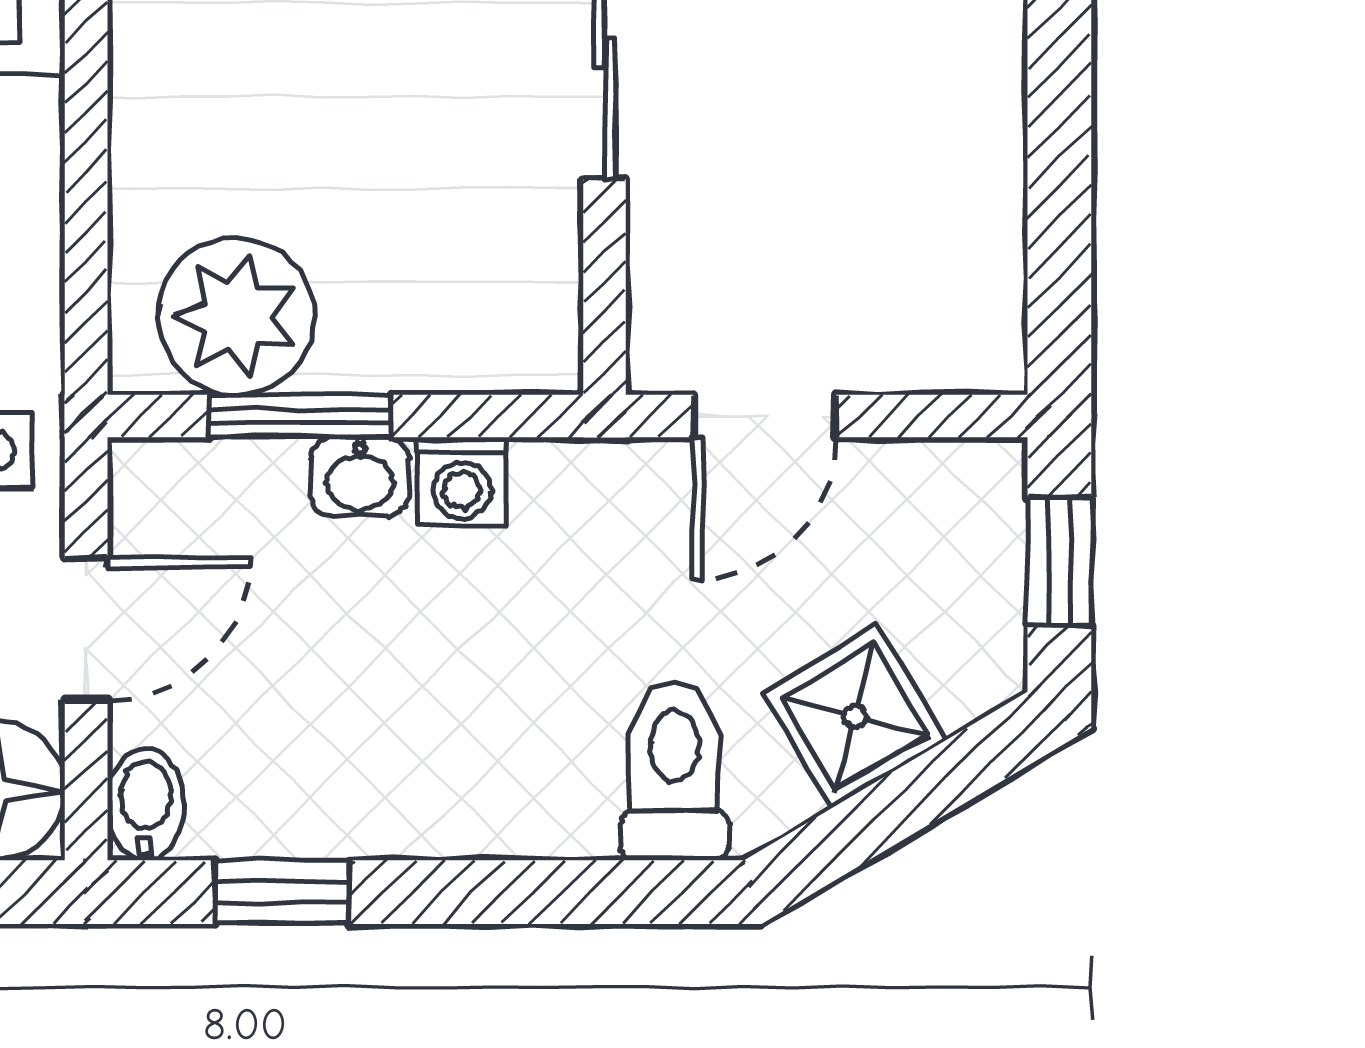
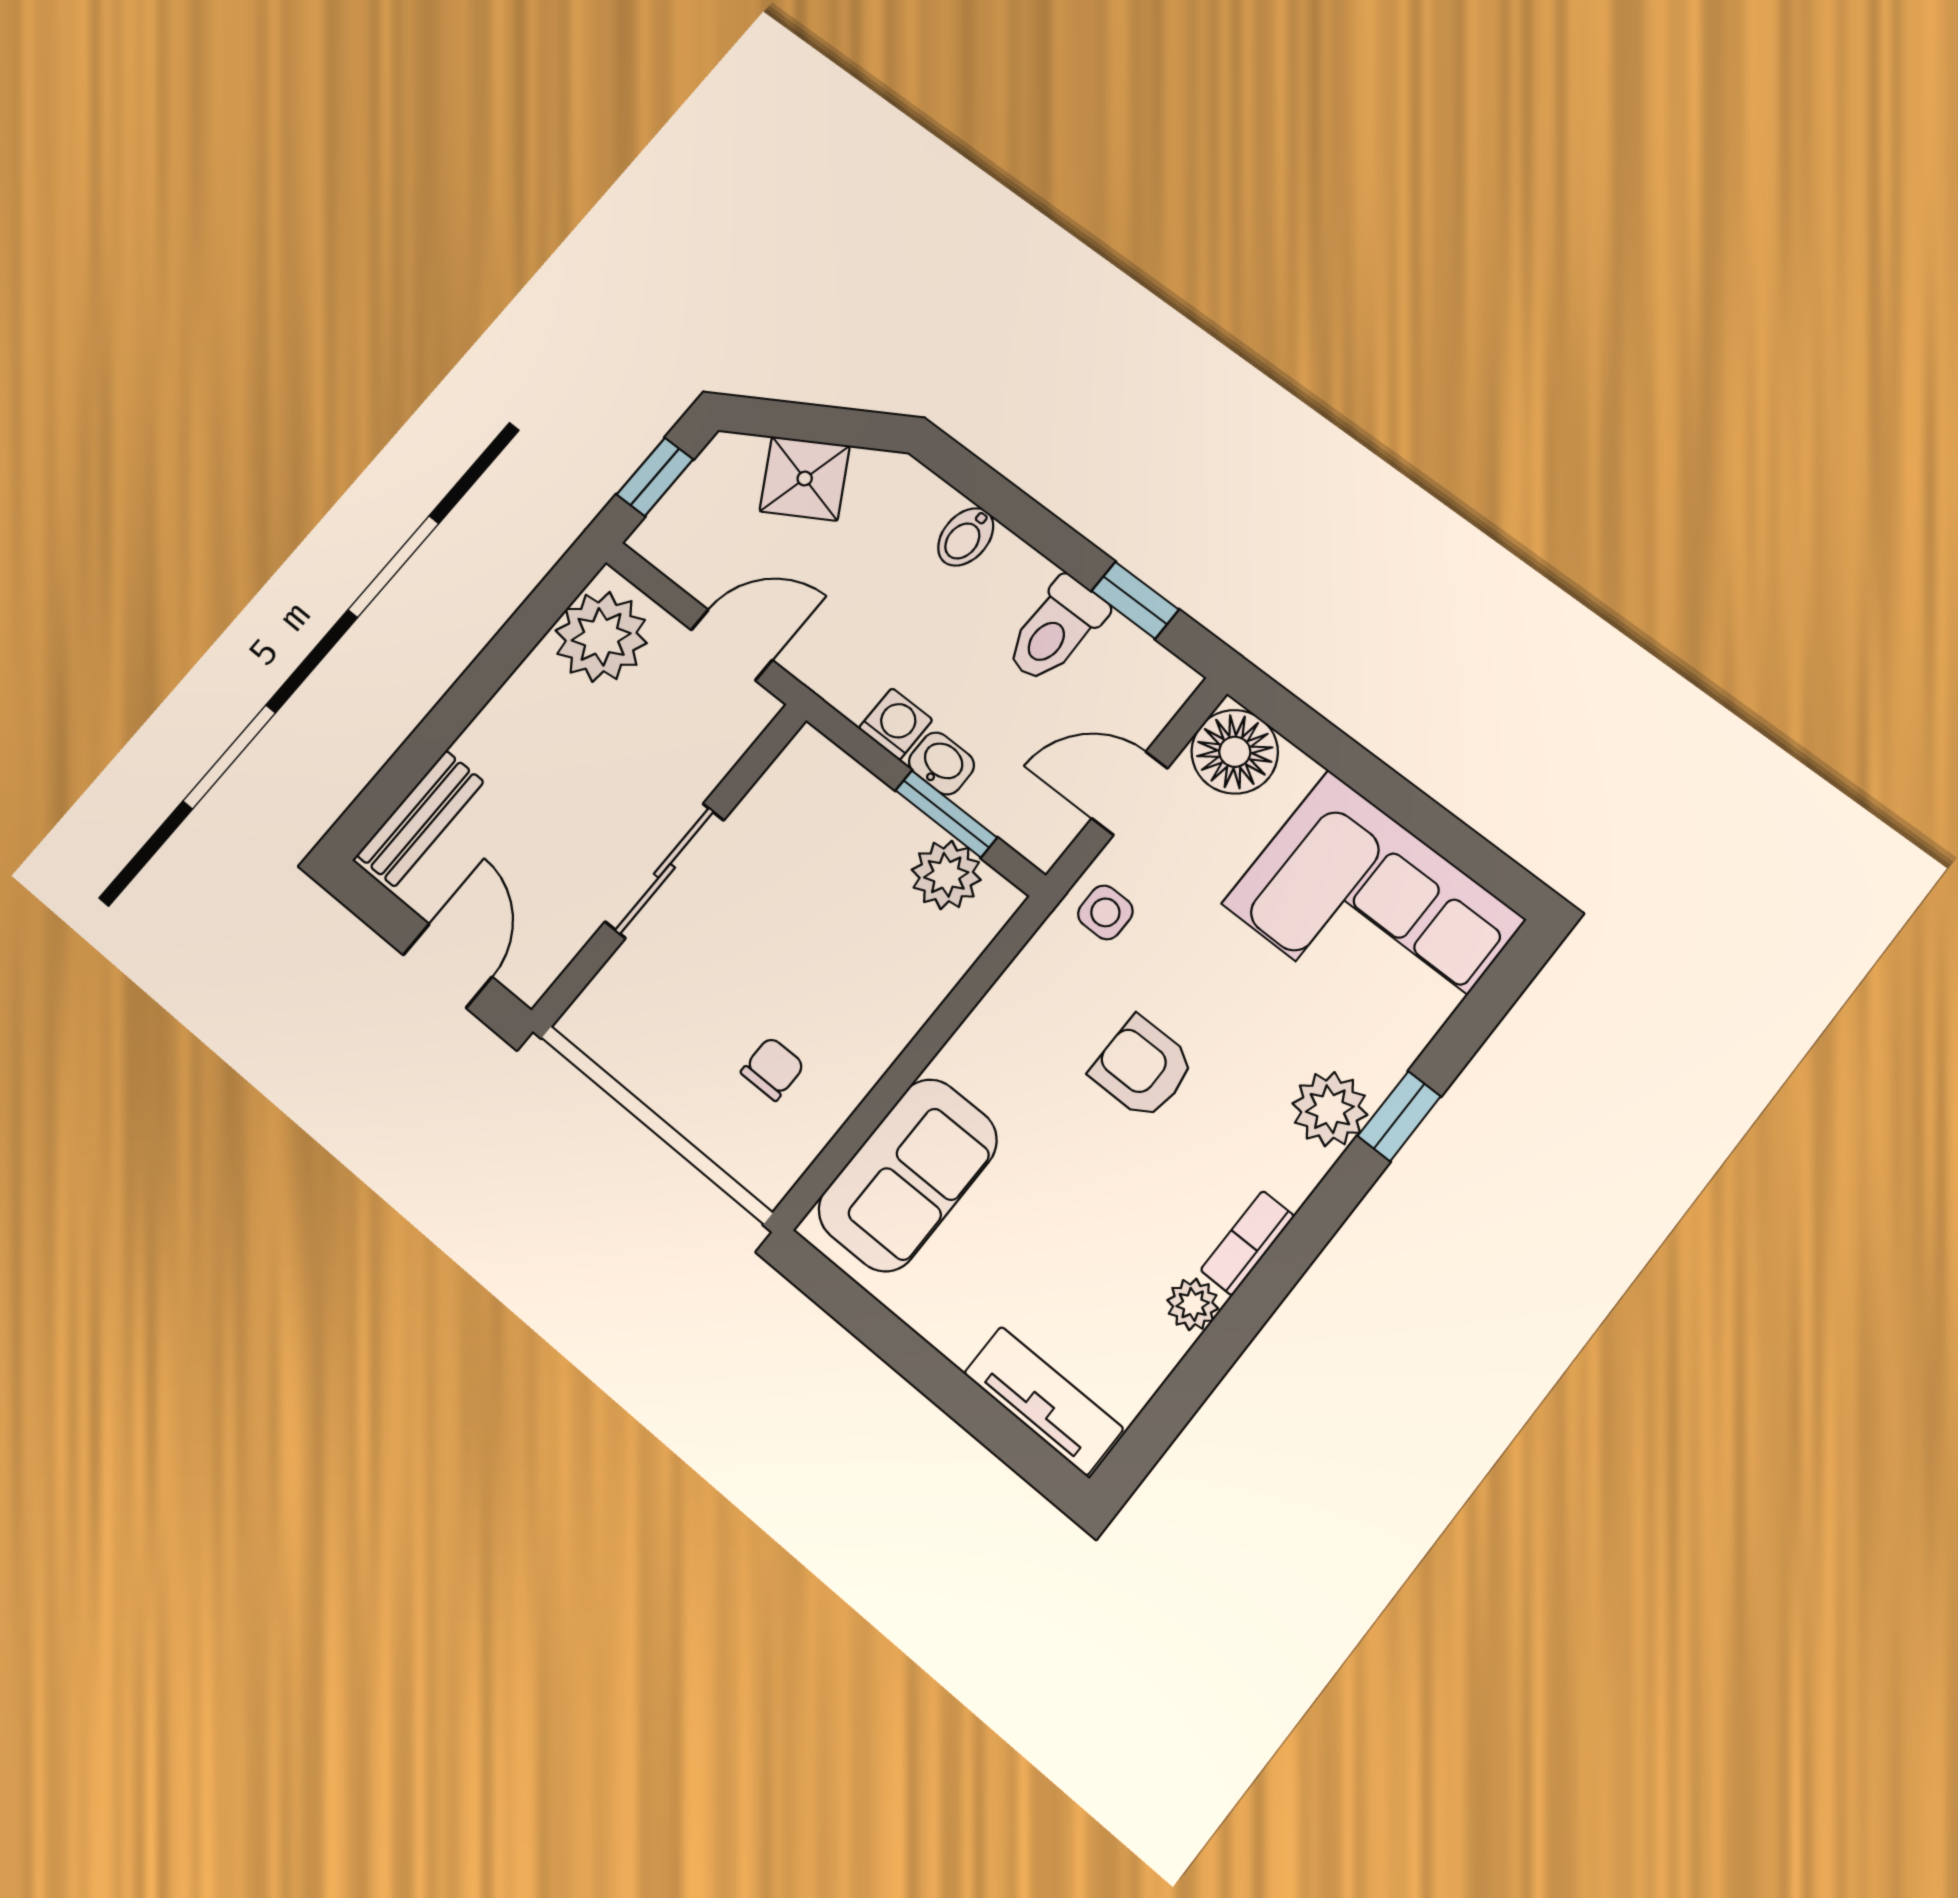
plant: (948, 290) -> (601, 637), added
plant: (236, 317) -> (946, 875), width x0.73, depth x0.73
toilet: (675, 771) -> (1056, 630), moved
bidet: (146, 804) -> (966, 537), moved

